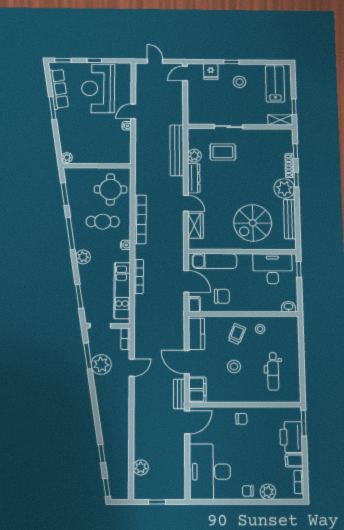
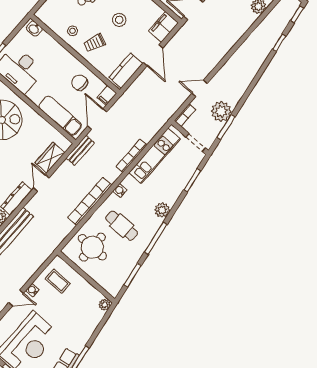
coffee table: (114, 146) -> (58, 281), added
bench: (179, 394) -> (80, 150), moved

